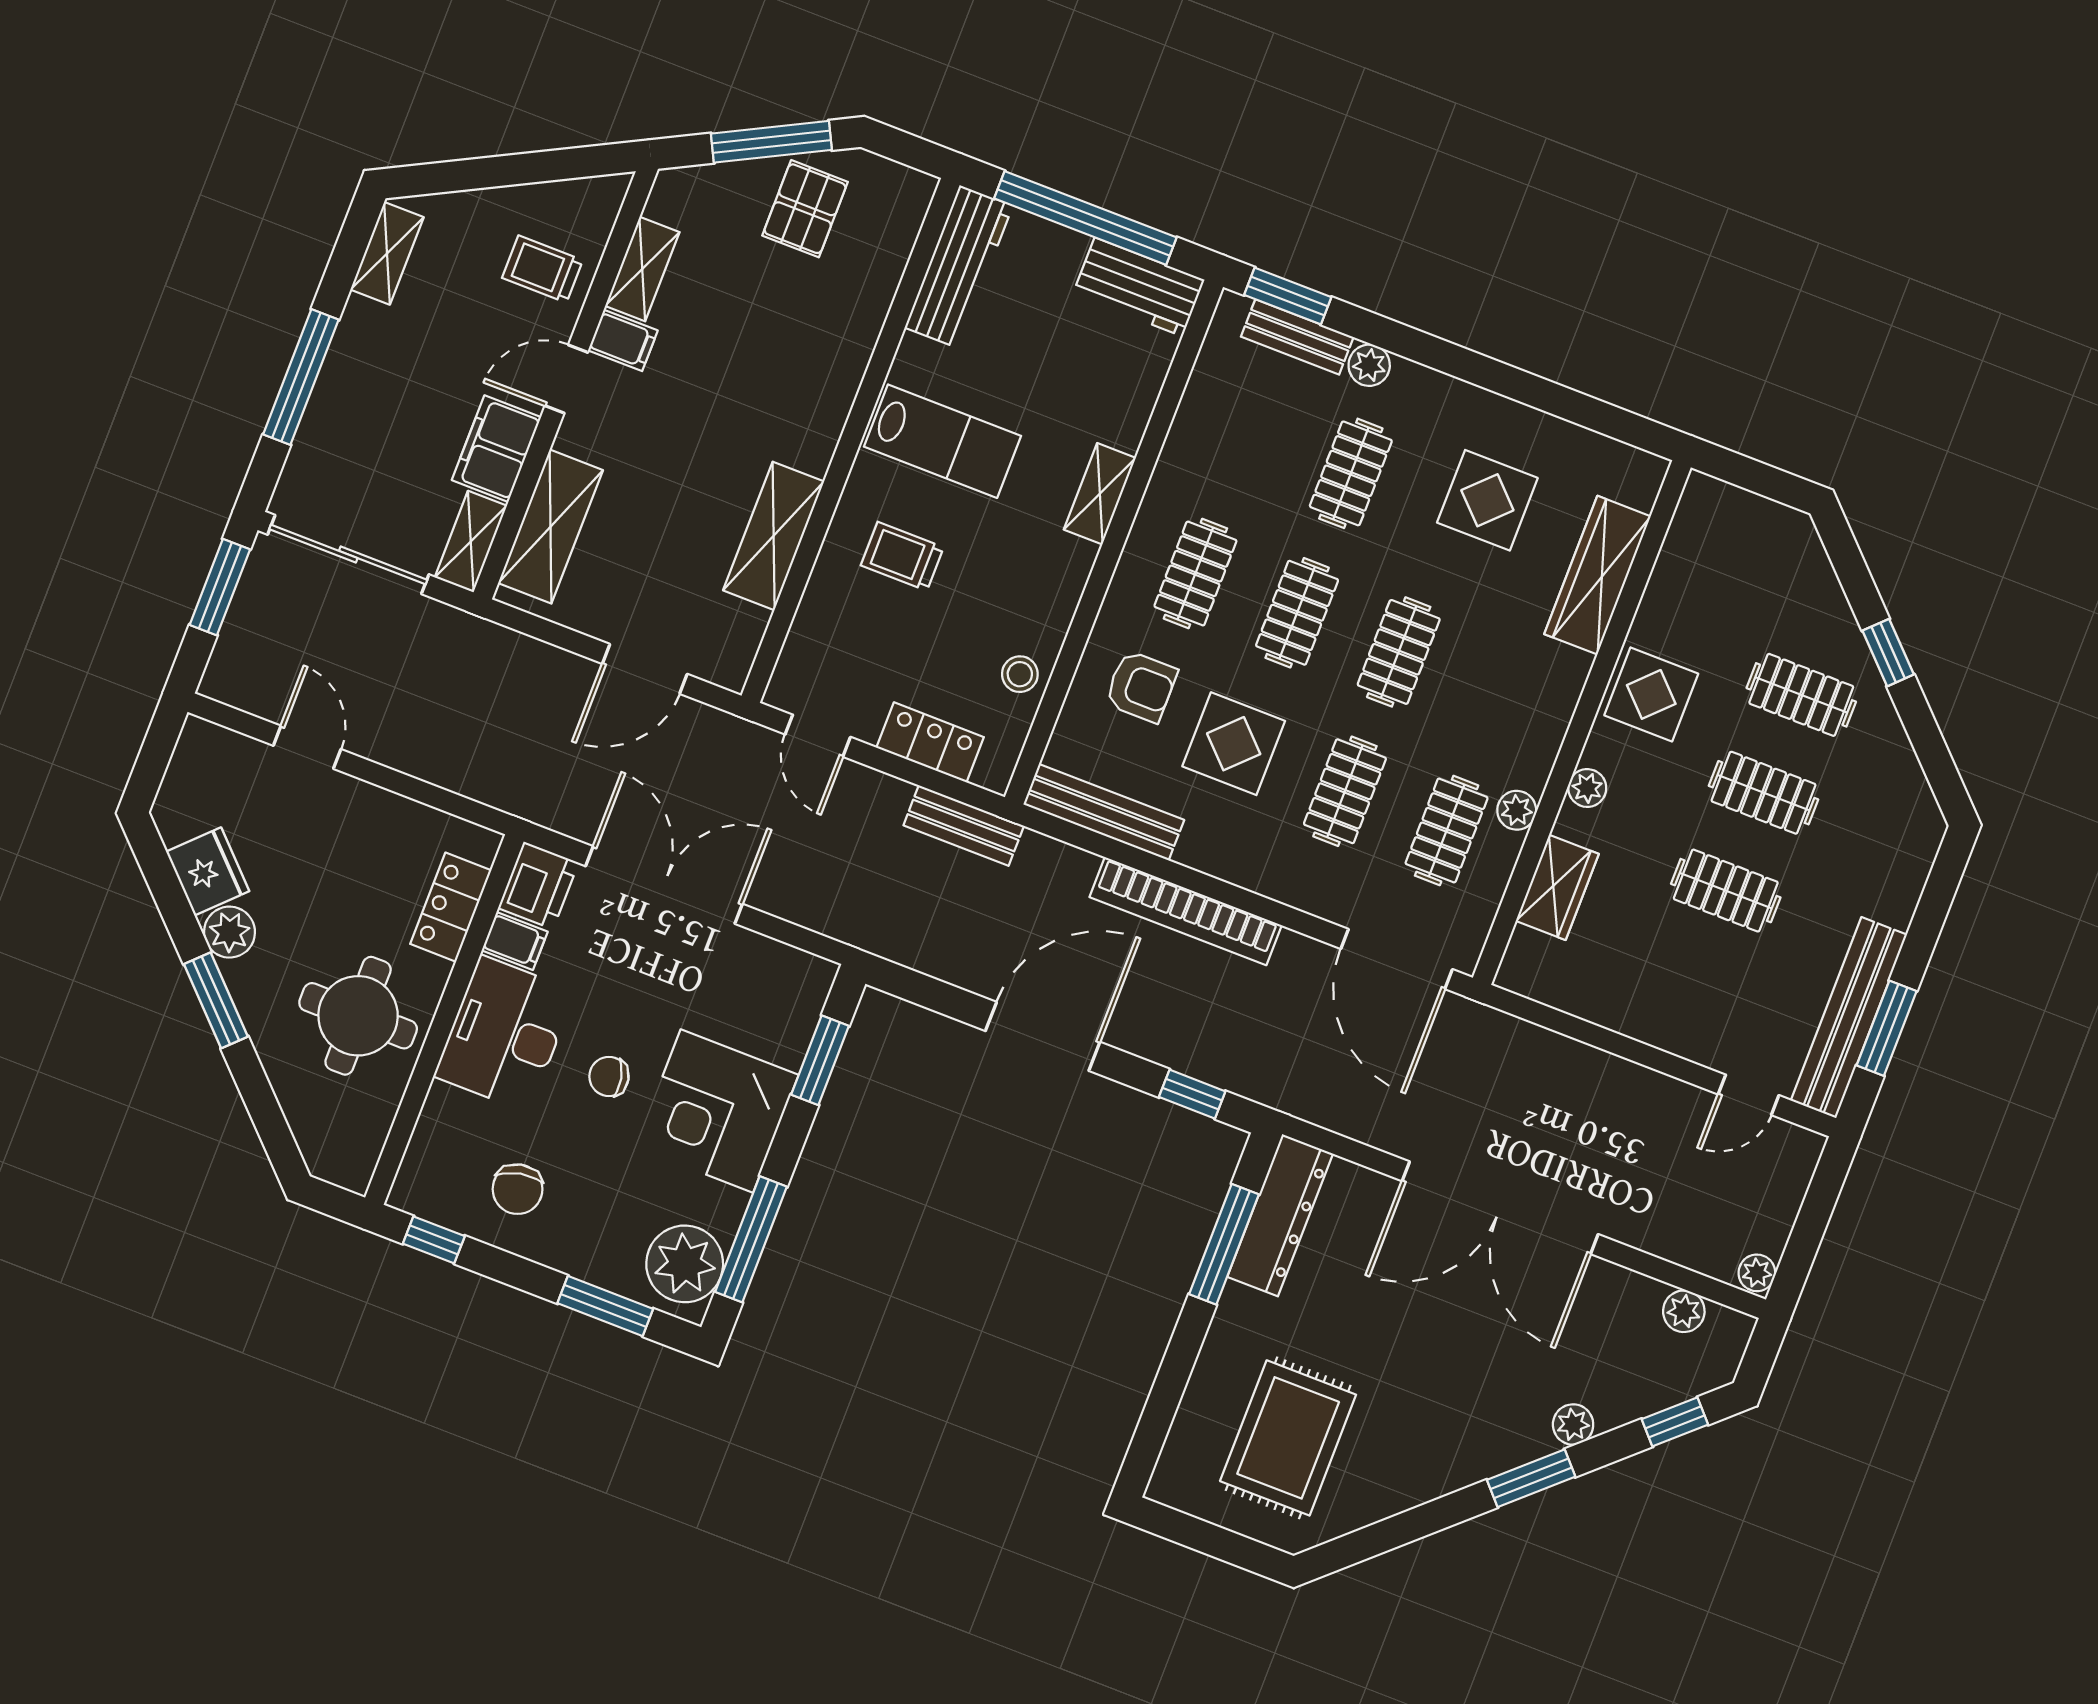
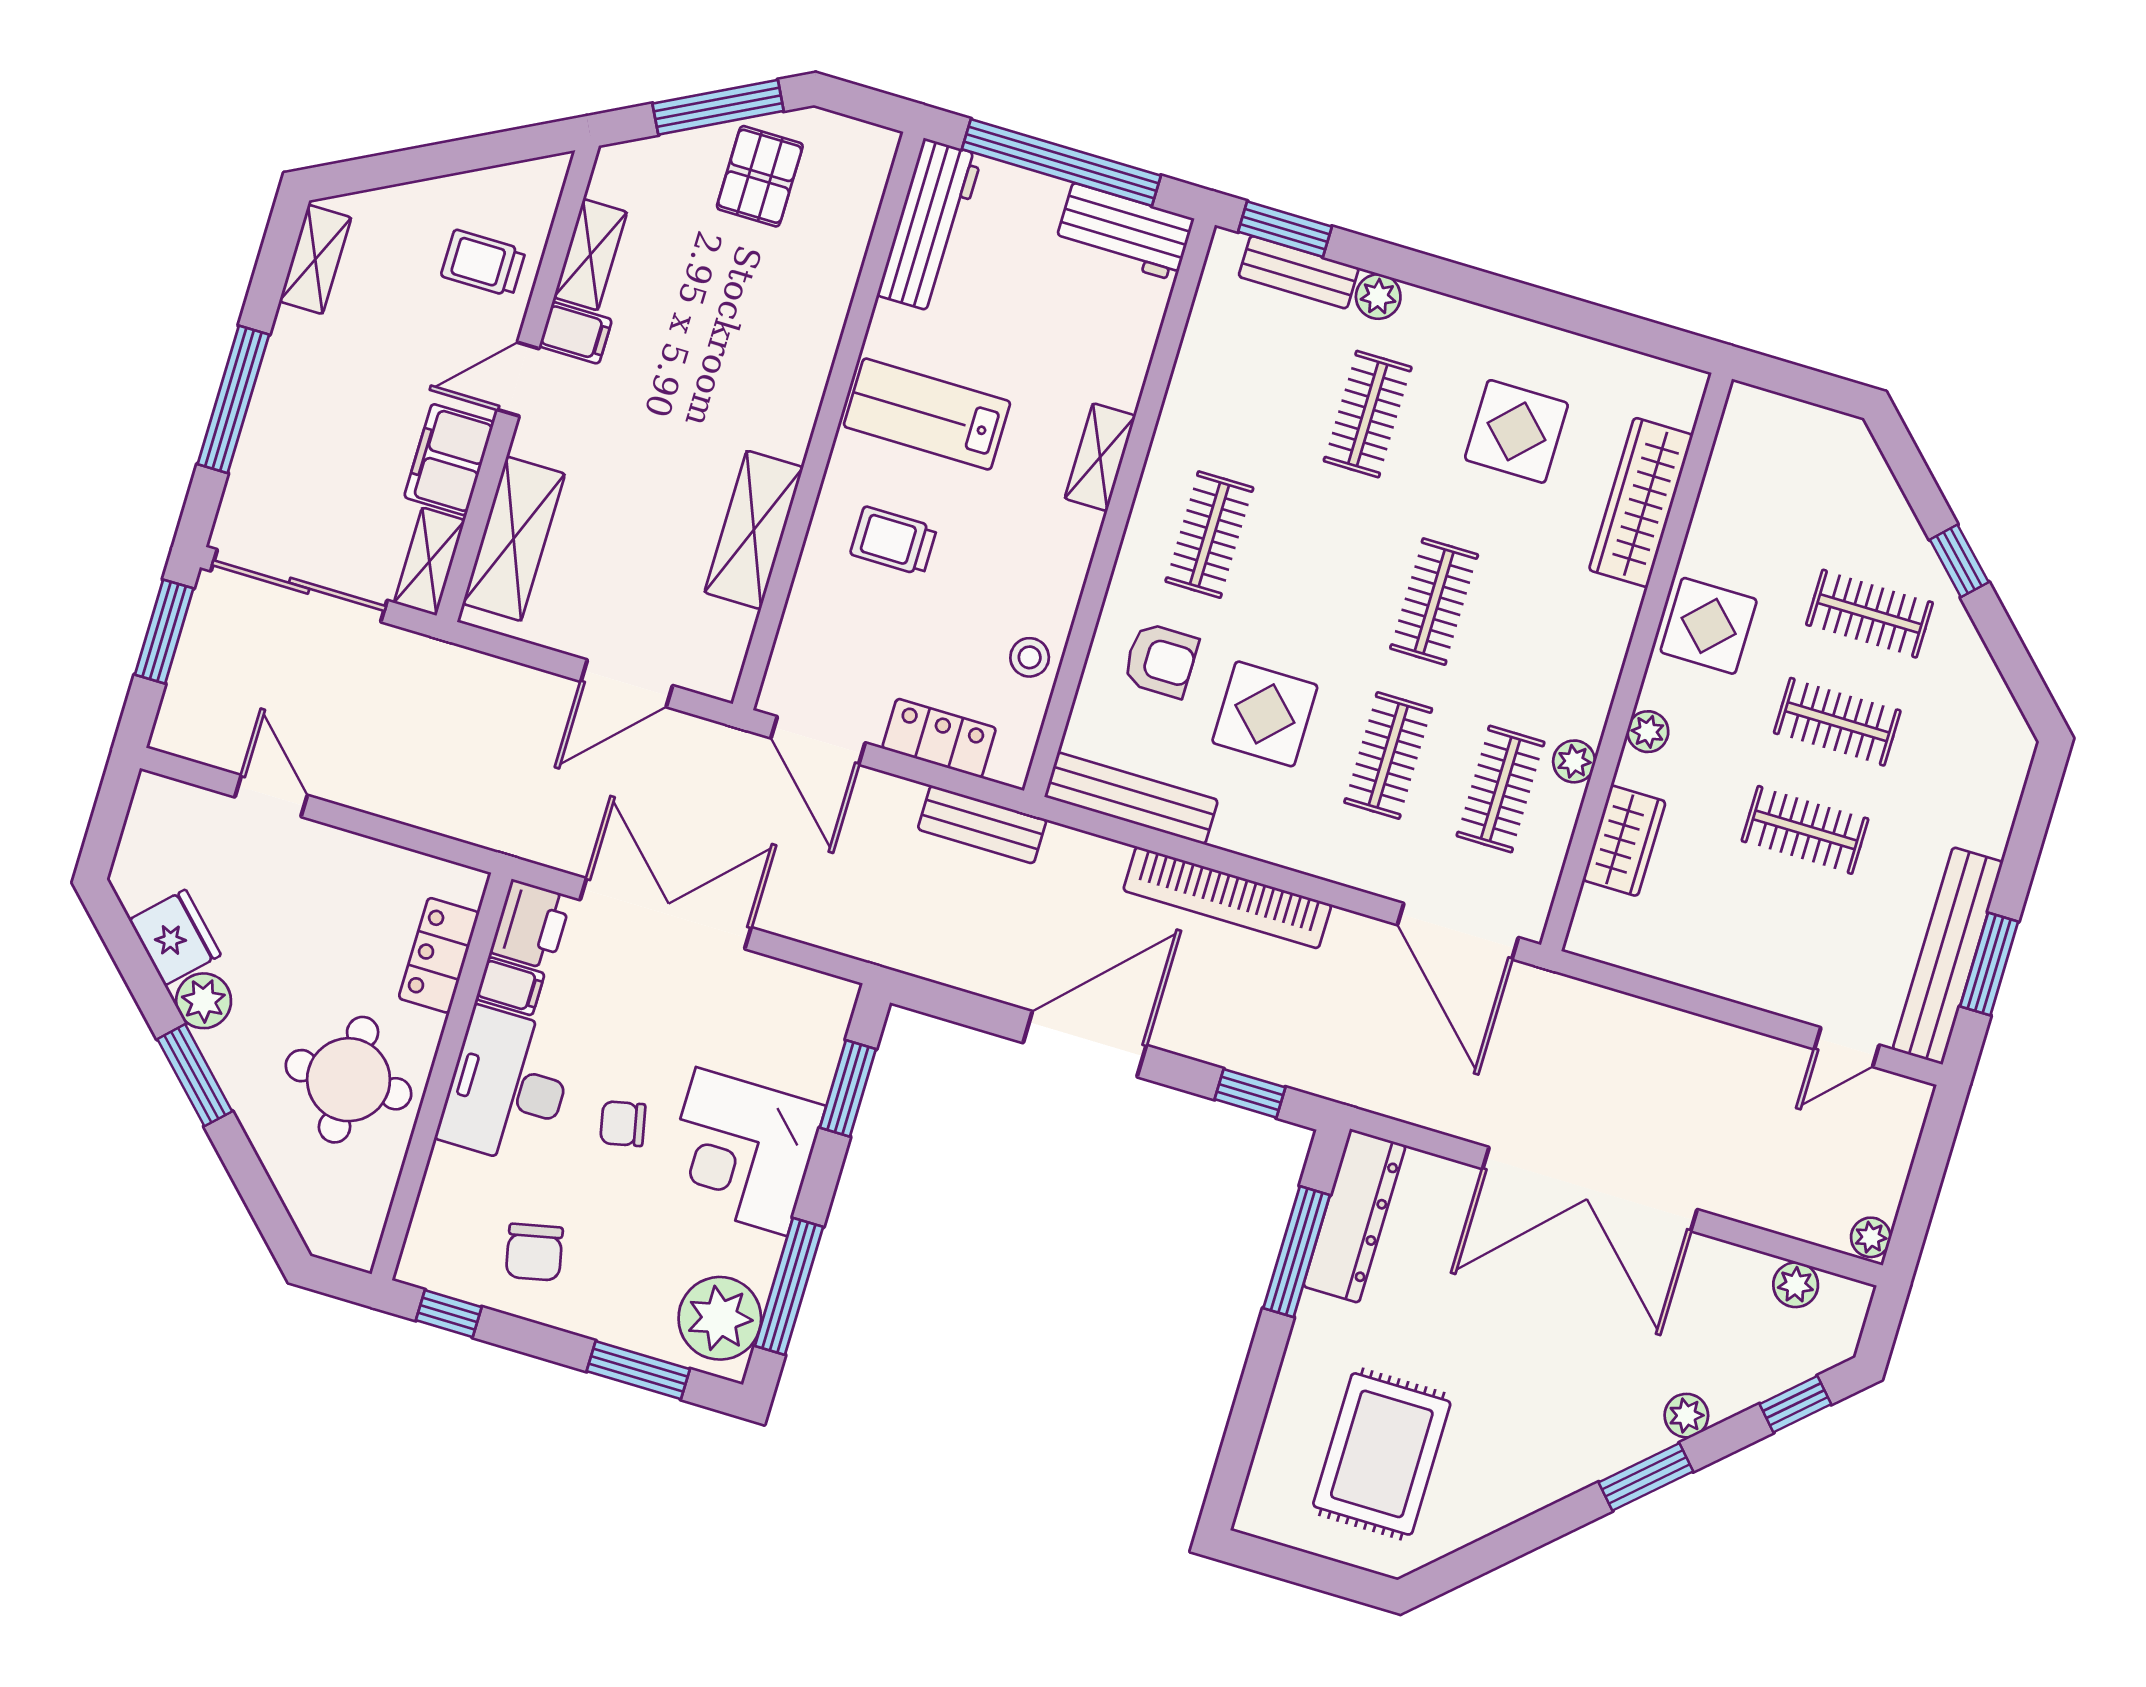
lab bench: (943, 441) -> (927, 414), turned 180
clothes rail: (1297, 613) -> (1322, 568), removed
door: (818, 736) -> (818, 740), width x1.38

